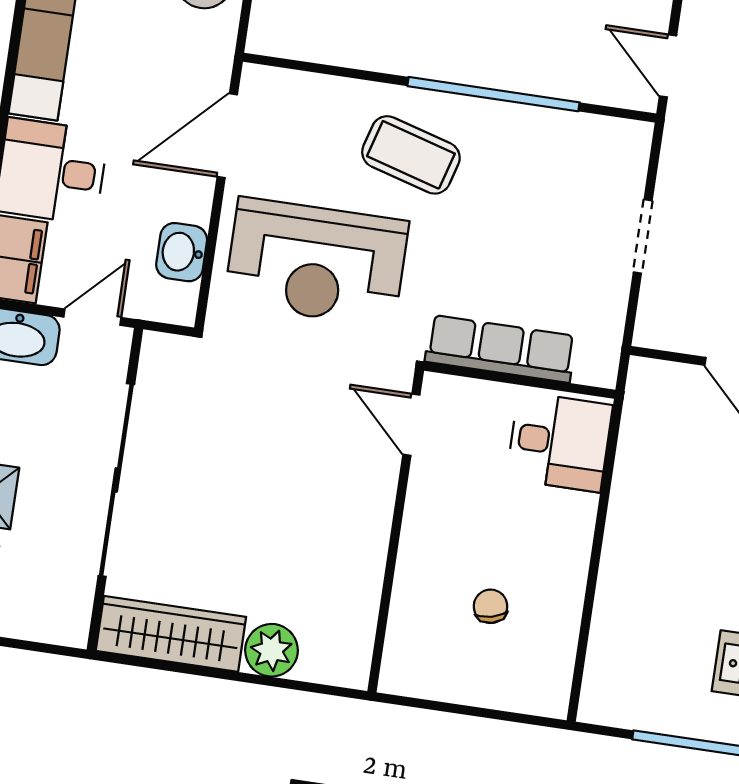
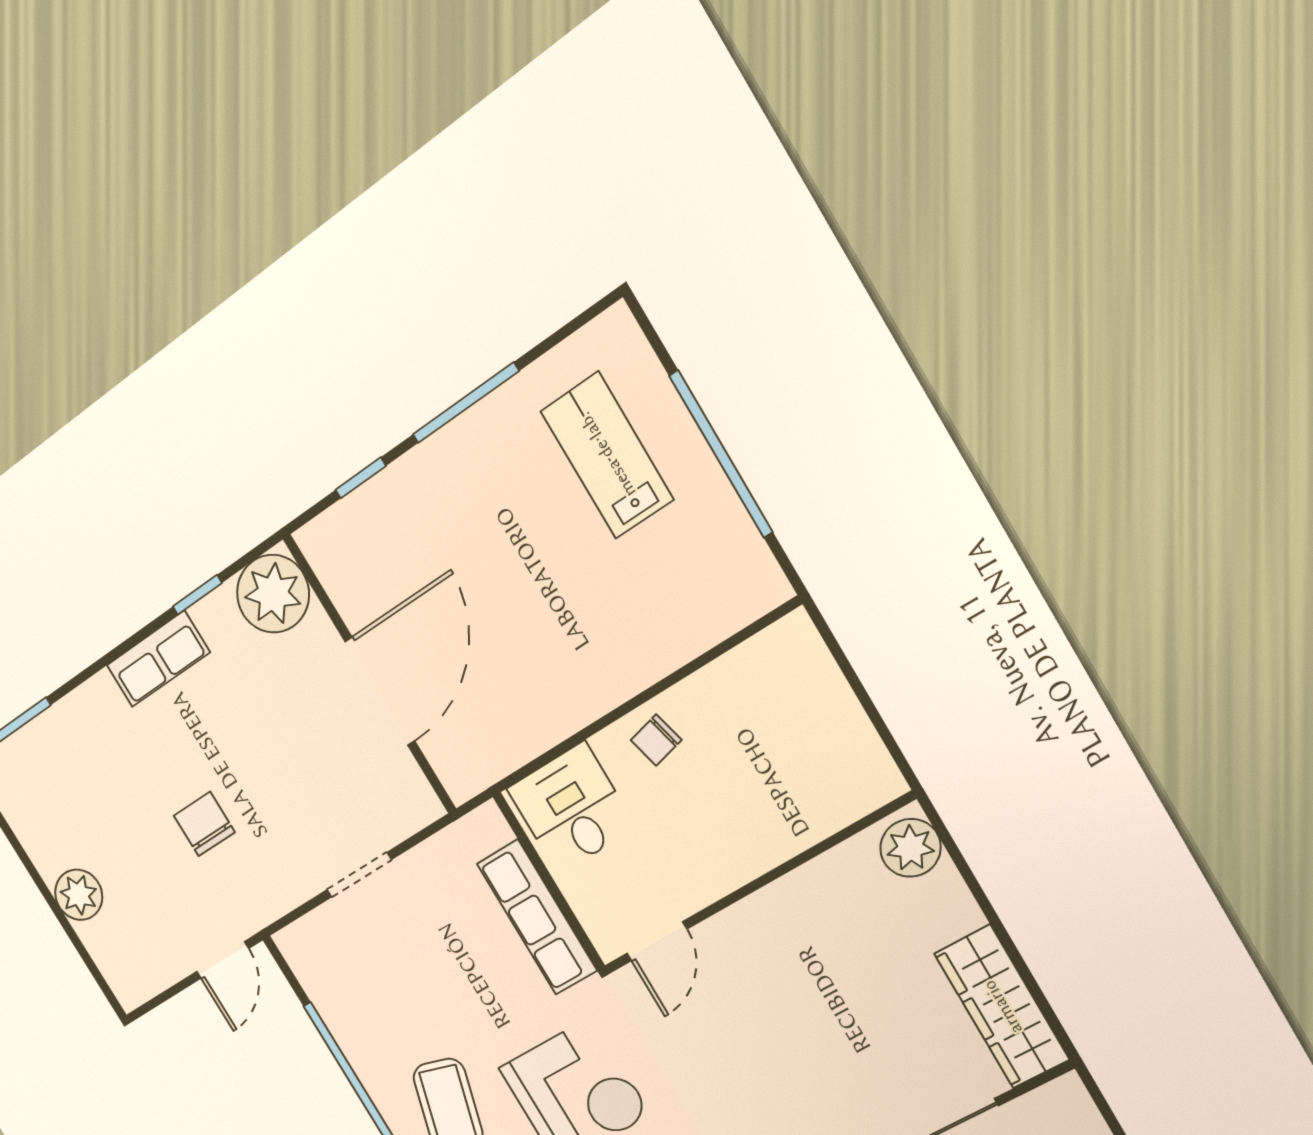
chair: (491, 606) -> (656, 740), moved
plant: (272, 650) -> (910, 848), moved

